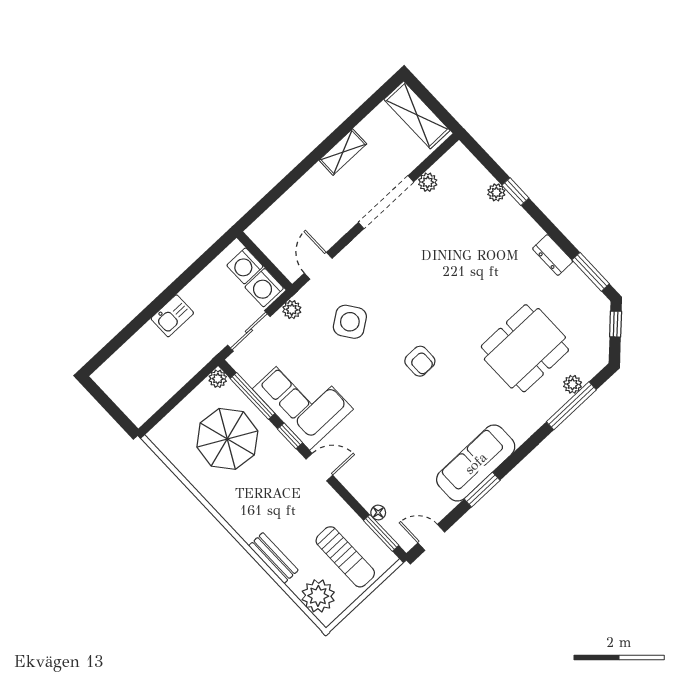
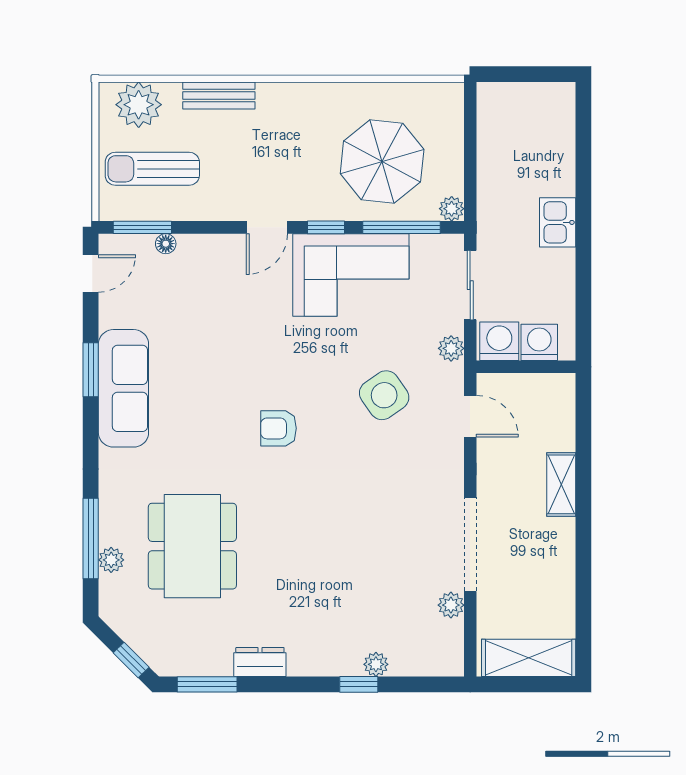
shelving: (343, 152) -> (561, 484), moved

